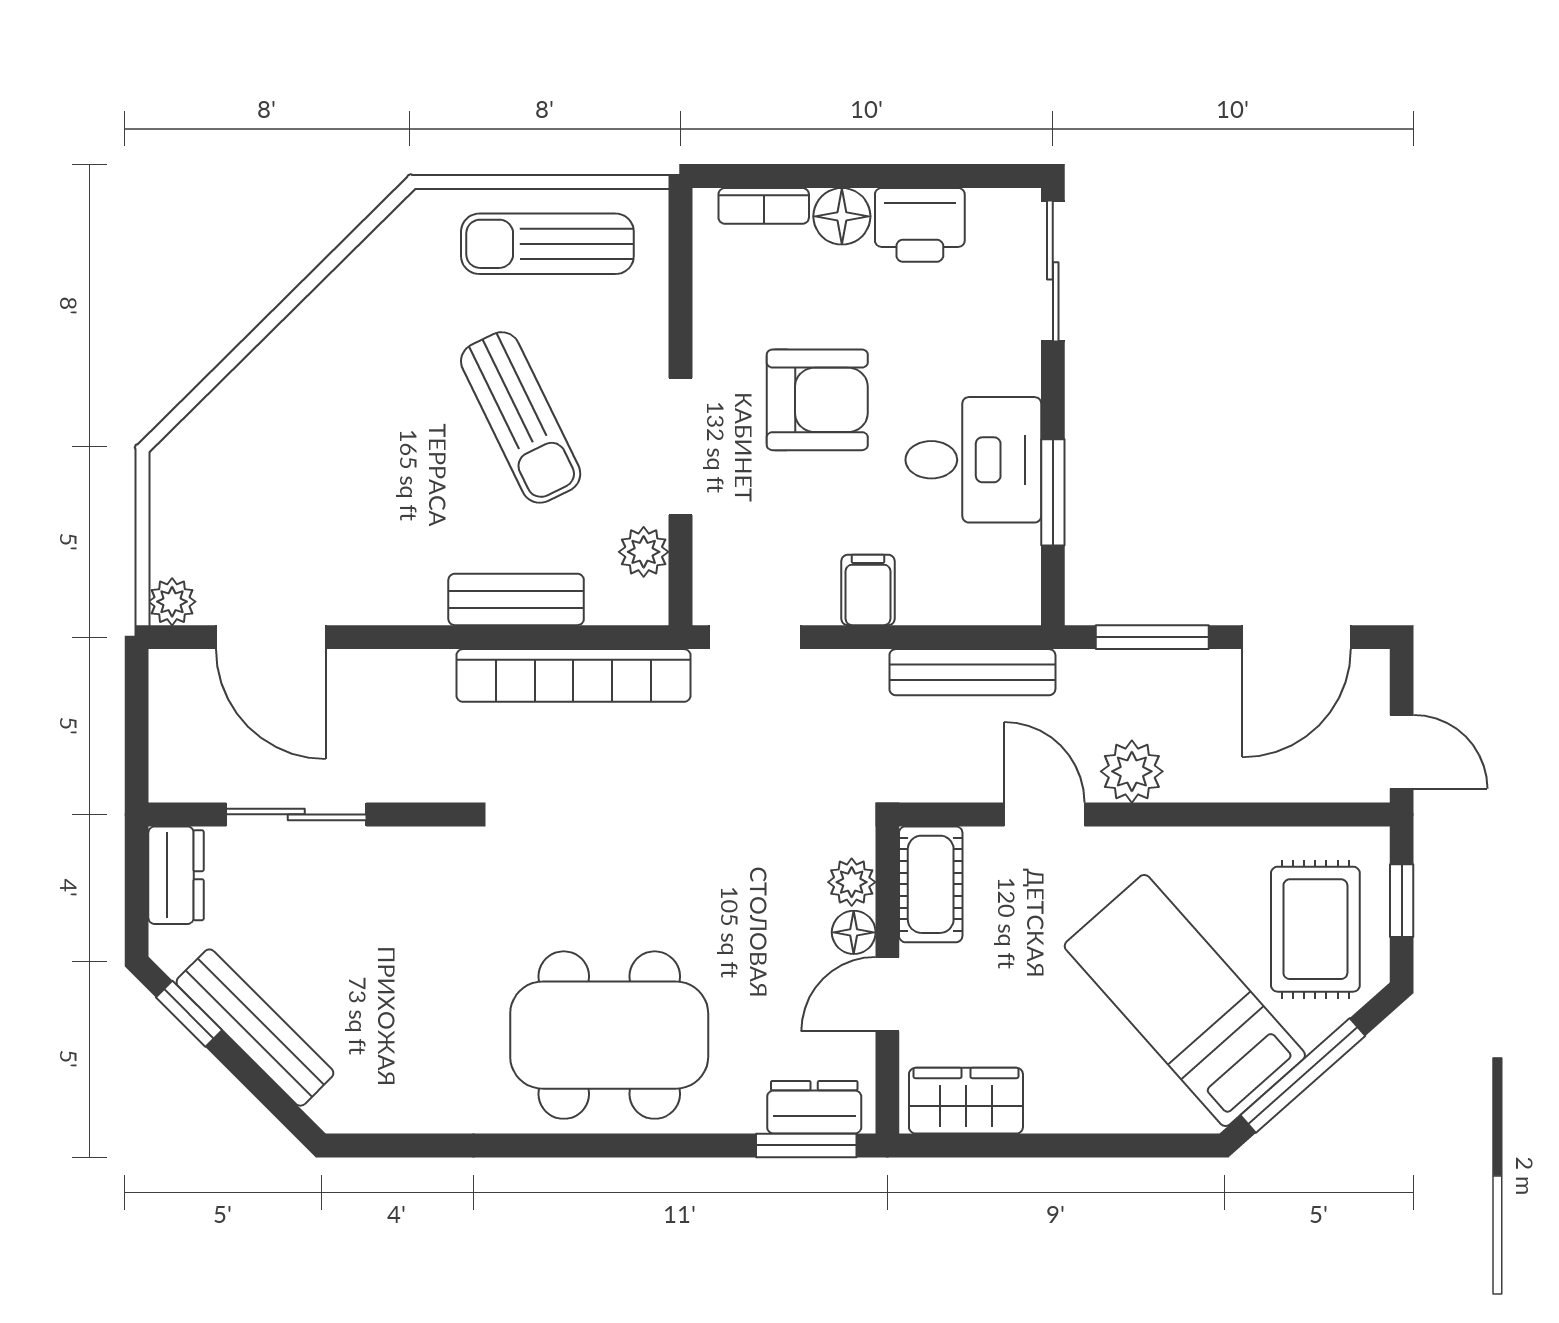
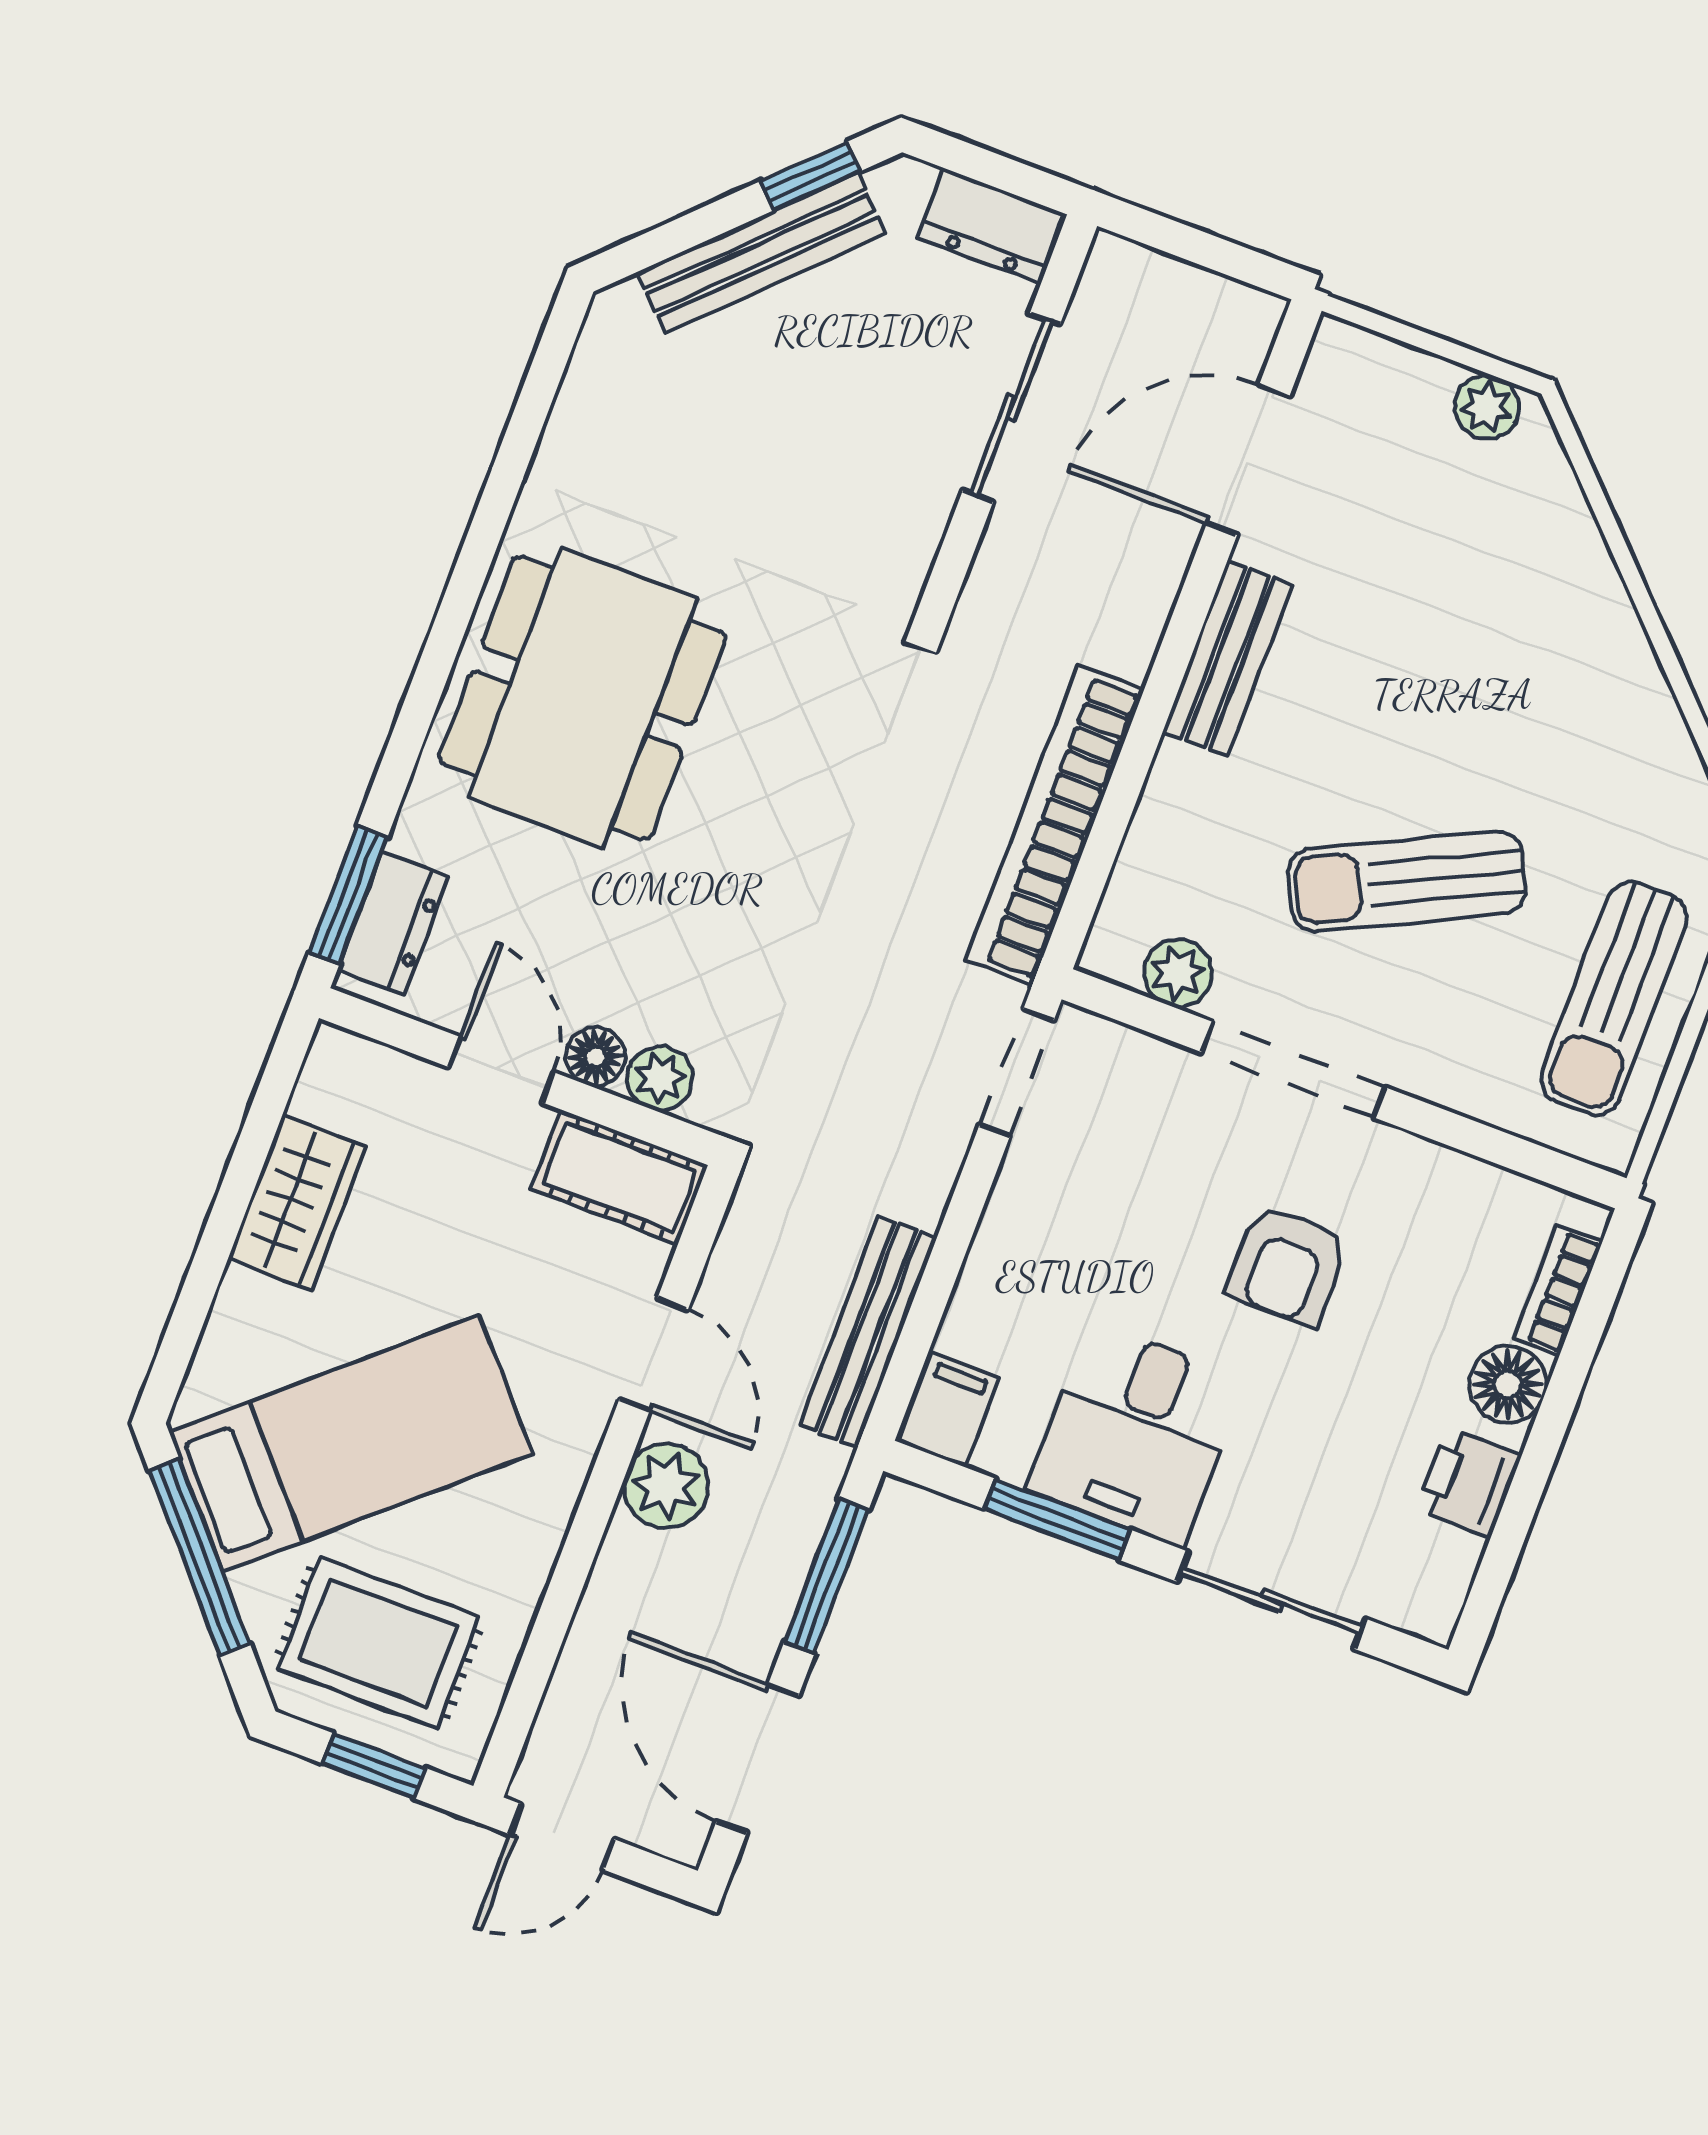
printer: (920, 225) -> (1469, 1482), width x0.73, depth x0.81
sun lounger: (547, 244) -> (1614, 998), turned 180
sliding door: (1053, 271) -> (1271, 1600), moved
armchair: (817, 400) -> (1287, 1265), width x0.72, depth x0.72
filing cabinet: (868, 590) -> (949, 1410), moved, turned -90
bench: (516, 599) -> (1228, 658), moved
plant: (172, 602) -> (1487, 407), moved
door: (1044, 814) -> (654, 1354), hinge flipped
wardrobe: (966, 1101) -> (297, 1202), moved

